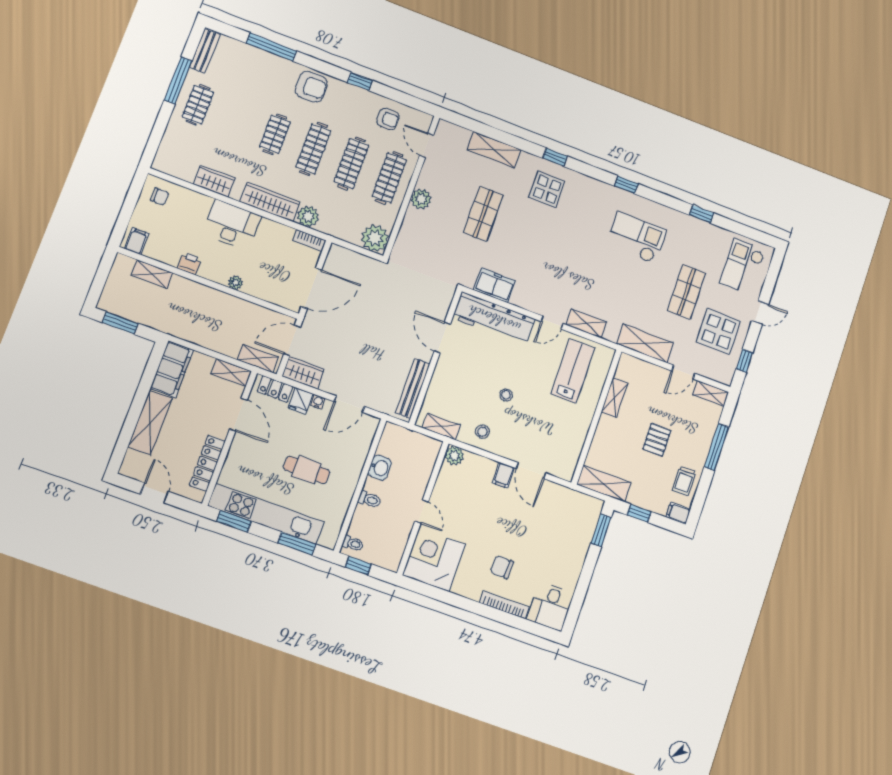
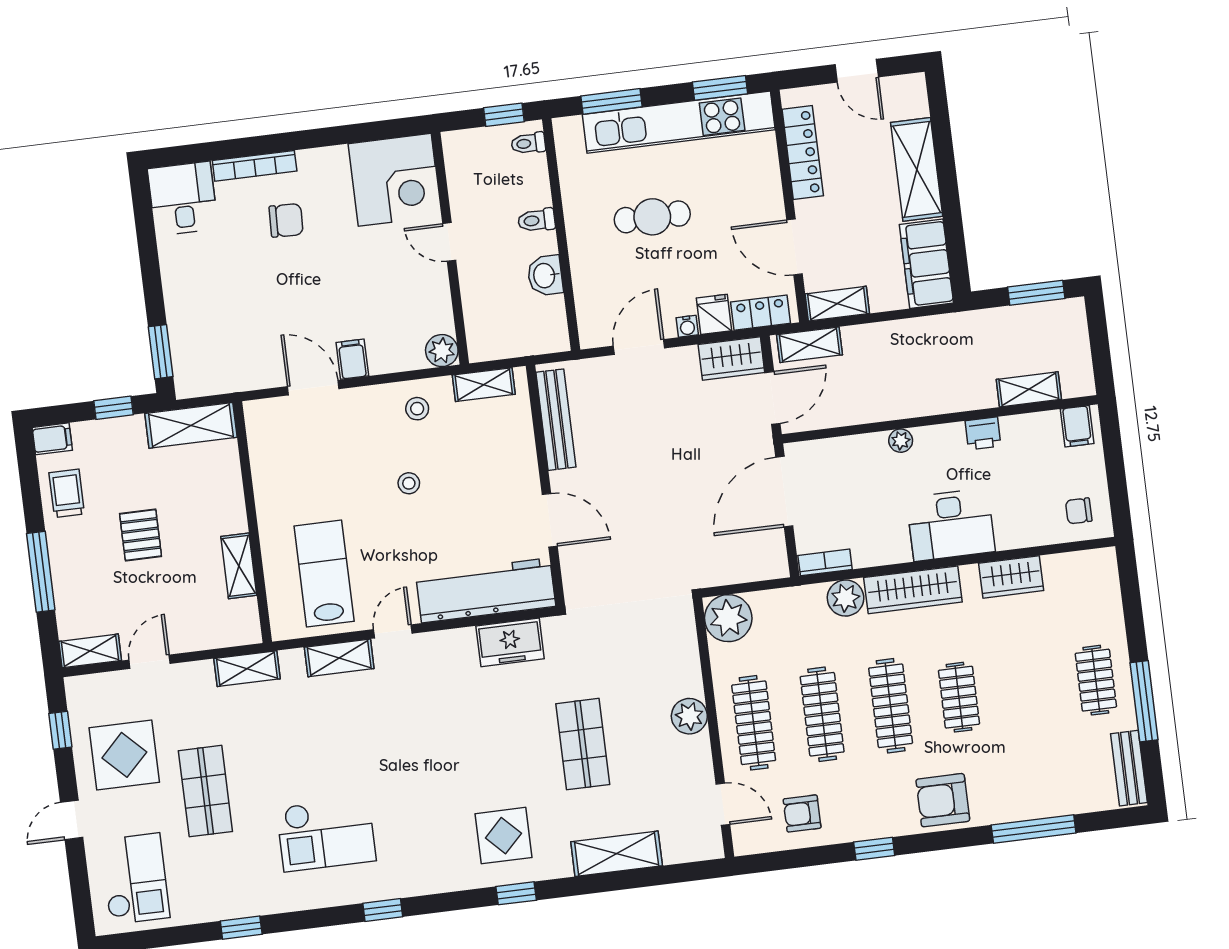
shelving: (645, 343) -> (247, 669), width x0.67, depth x0.75
lab bench: (573, 371) -> (324, 574), turned 180

